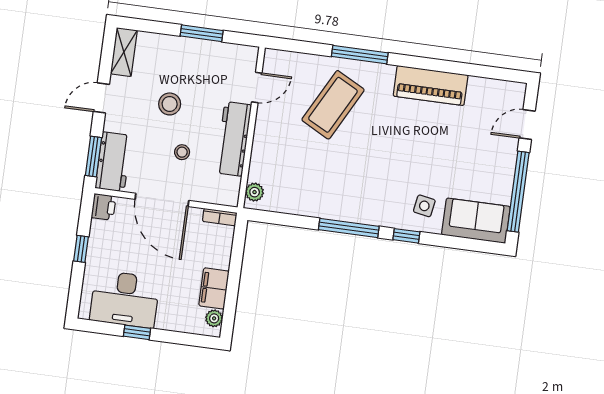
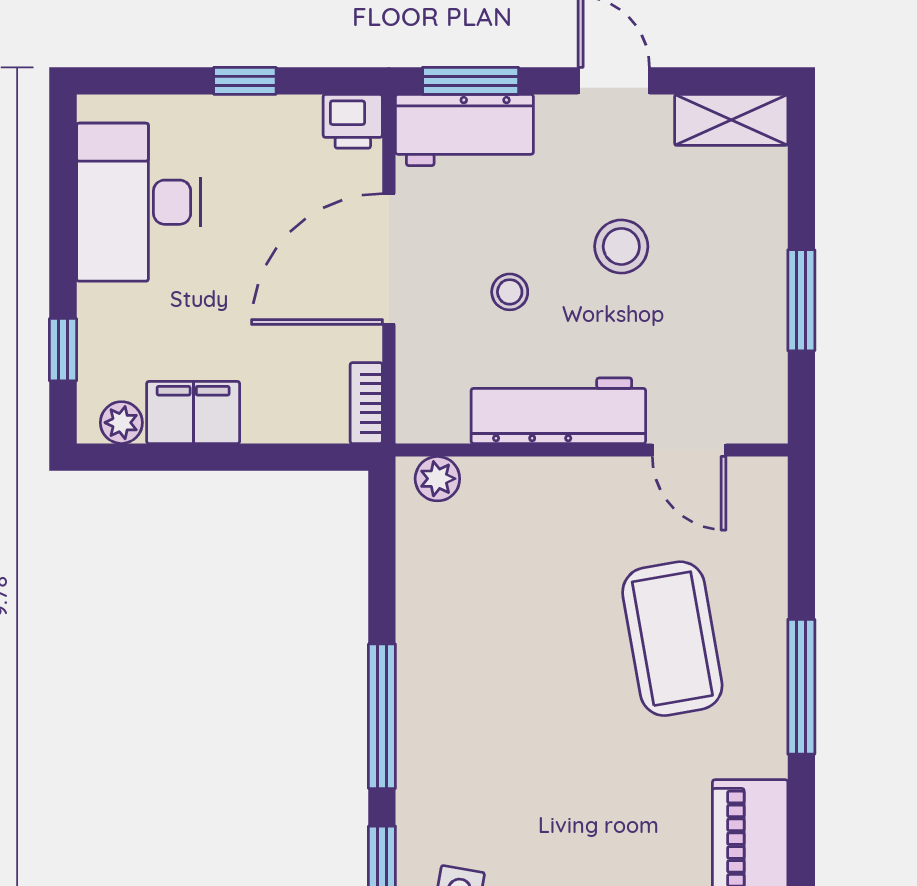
coffee table: (333, 105) -> (672, 639), turned 52
window: (137, 332) -> (63, 350), moved

